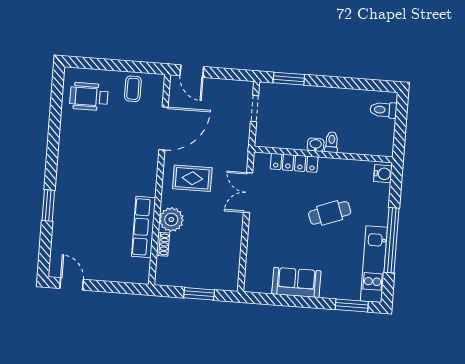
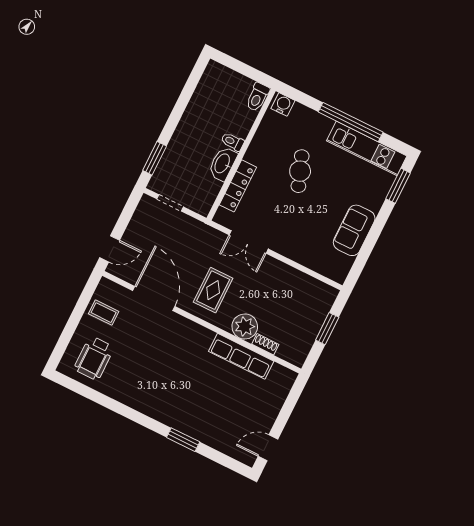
toilet: (383, 110) -> (257, 97), moved
washbasin: (316, 145) -> (223, 164), width x1.91, depth x1.45

